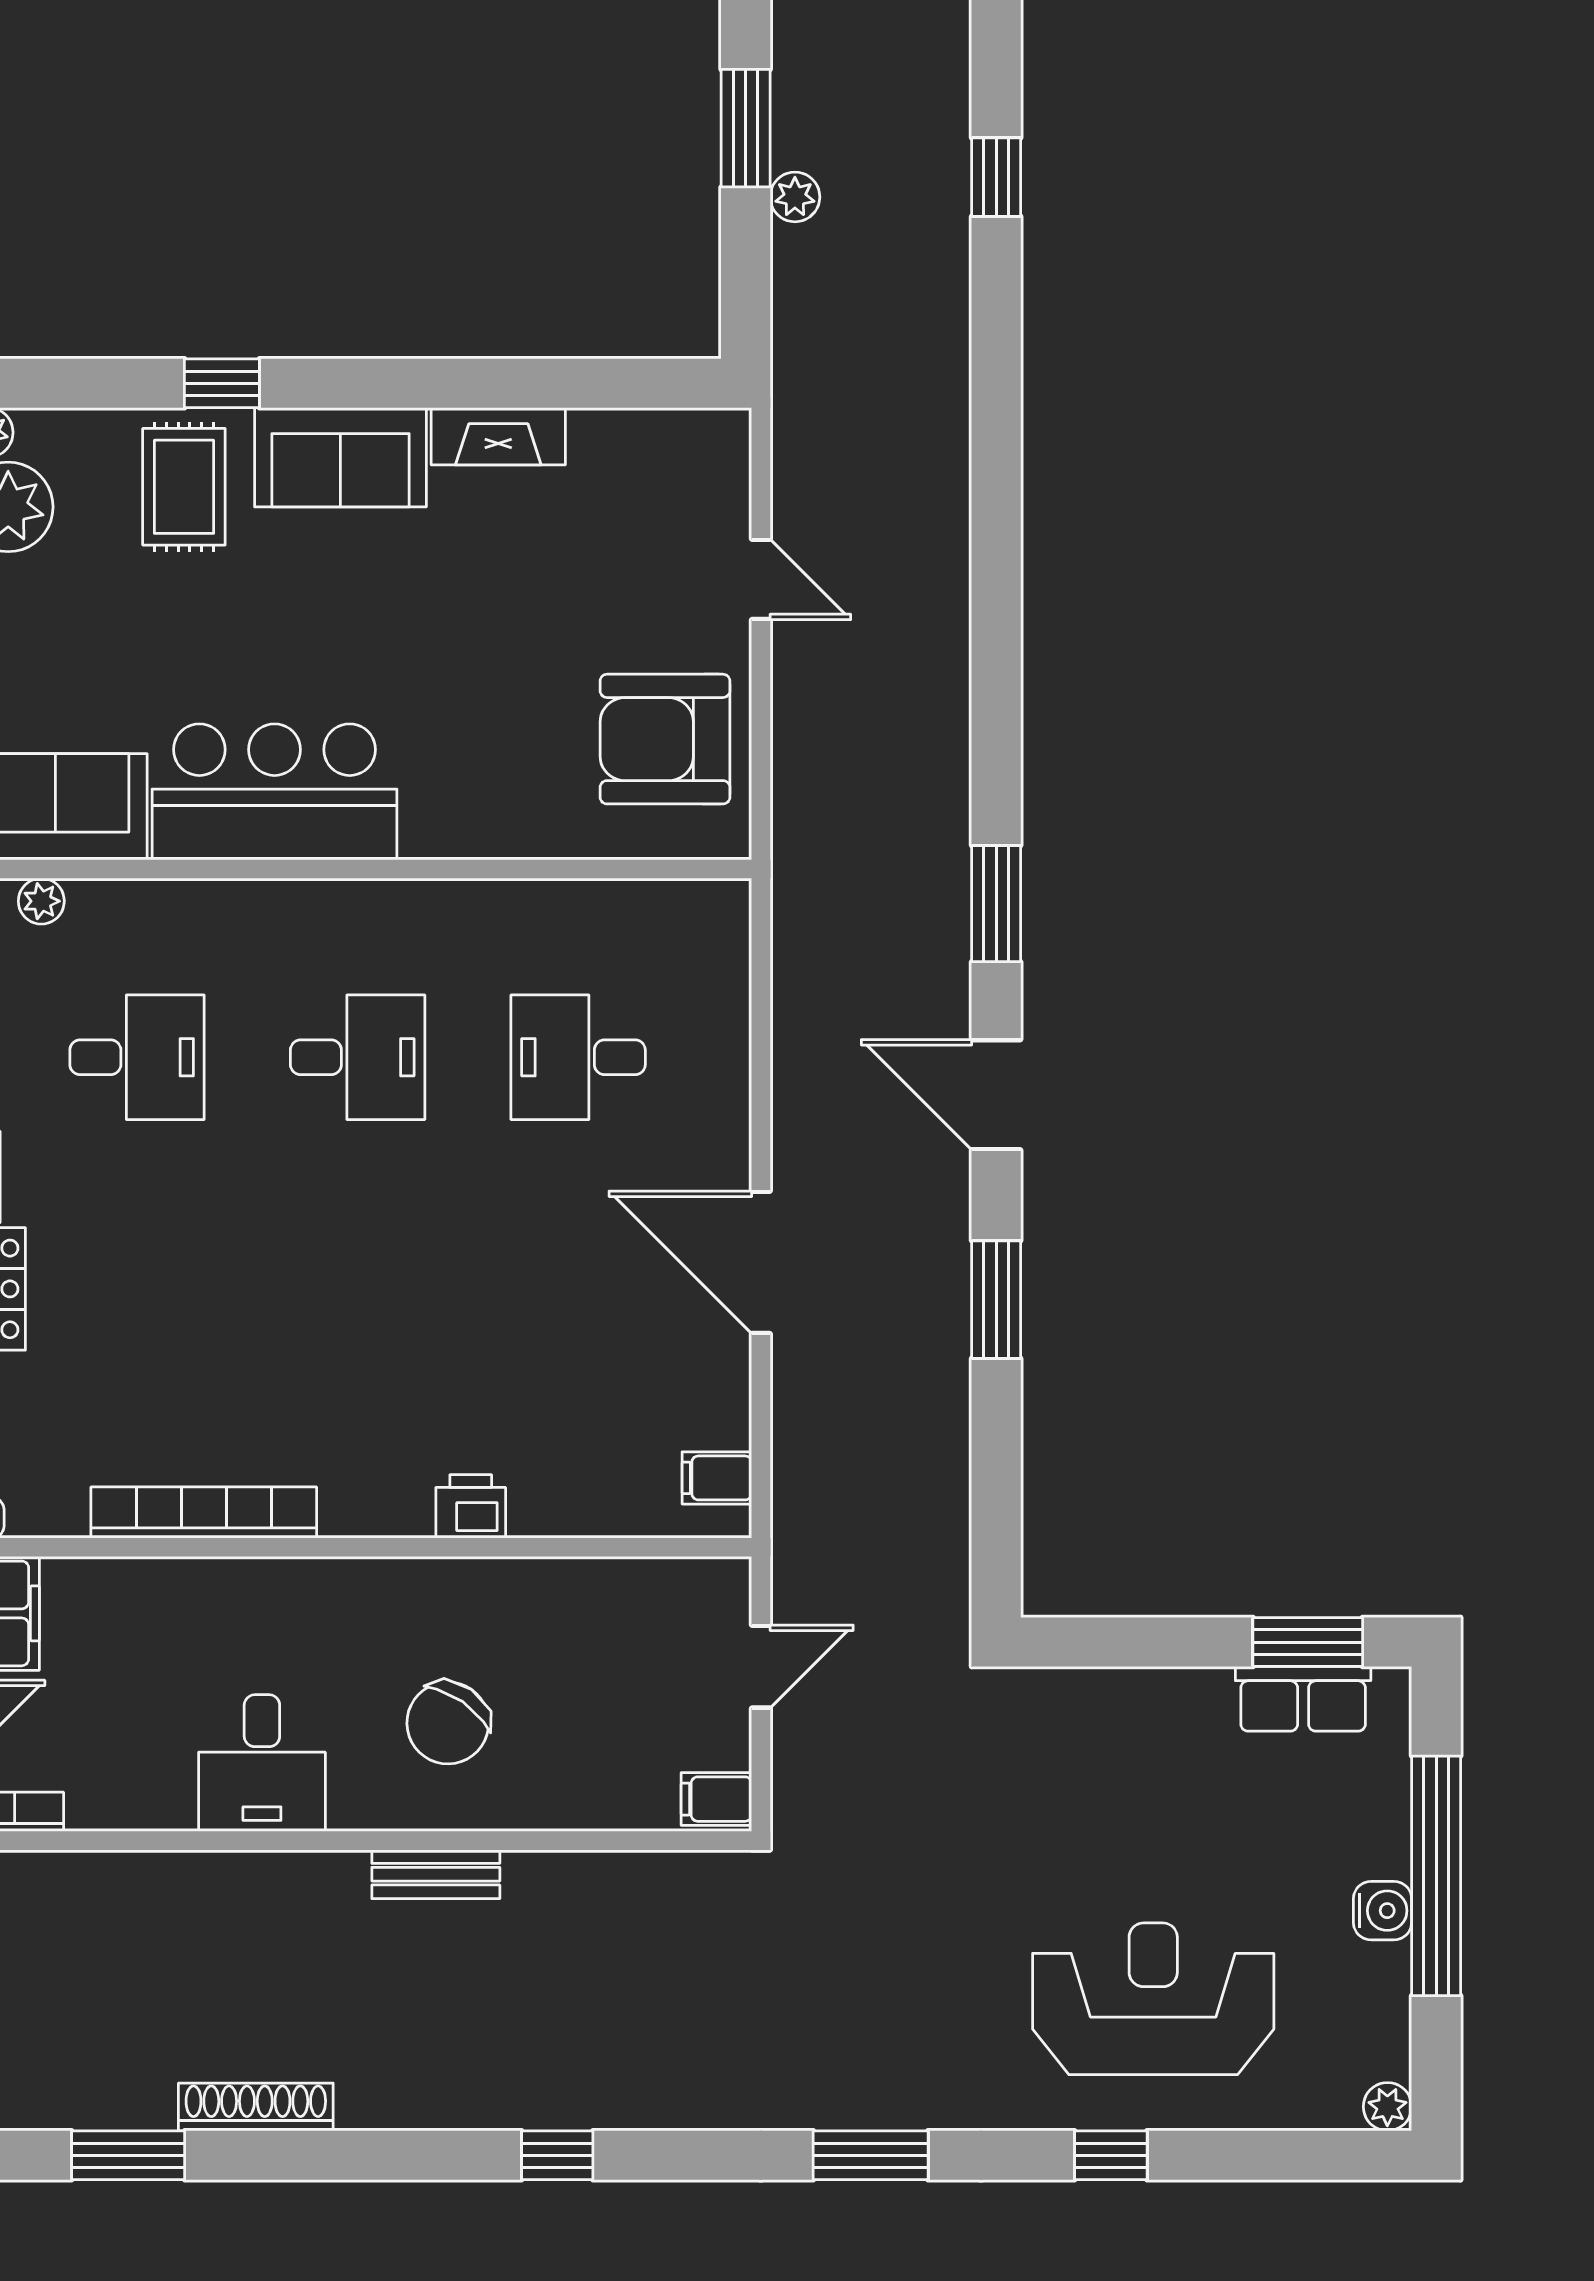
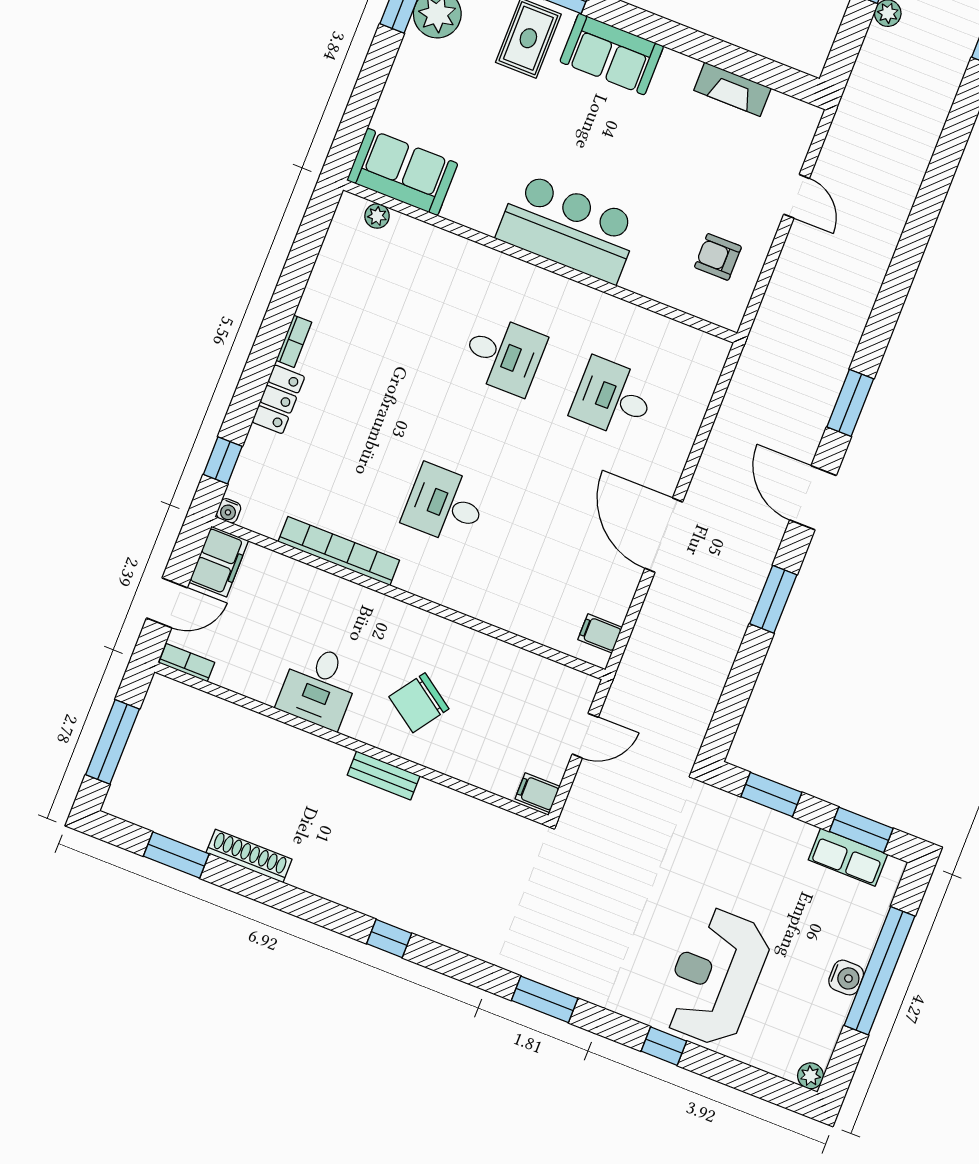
fireplace: (498, 436) -> (732, 89), moved
armchair: (665, 739) -> (718, 257), width x0.53, depth x0.53
bar counter: (274, 792) -> (568, 228), moved
desk: (137, 1057) -> (445, 505), moved, turned 180
printer: (471, 1506) -> (472, 600), removed
window: (1127, 1642) -> (771, 795), added
reception desk: (1153, 1999) -> (715, 977), turned -90

